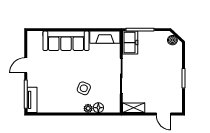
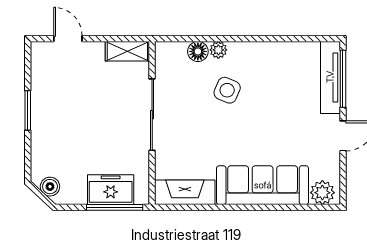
plant: (36, 37) -> (322, 193), added
freezer: (130, 43) -> (111, 190), moved, turned 90
tv unit: (32, 100) -> (330, 77), width x1.41

